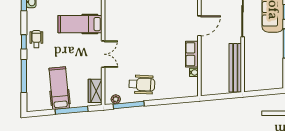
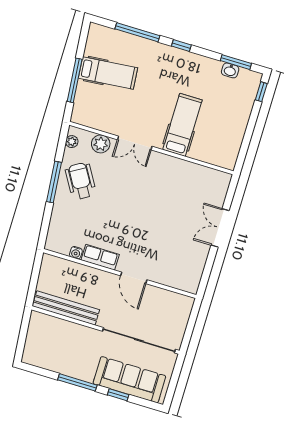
wheelchair: (36, 39) -> (180, 63), removed
plant: (111, 78) -> (101, 144), added
wheelchair: (142, 84) -> (81, 181), turned 146
wardrobe: (95, 91) -> (90, 118), removed
window: (129, 105) -> (54, 182), moved

